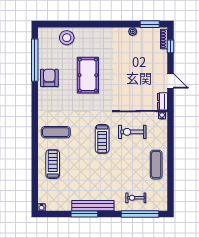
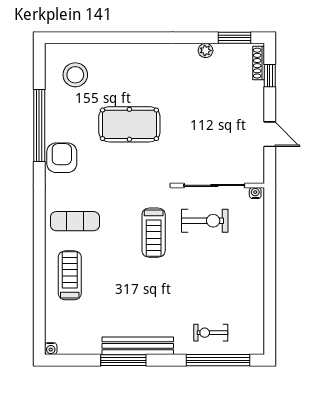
stool: (67, 38) -> (75, 75), moved
window: (35, 60) -> (39, 125), moved
pool table: (88, 75) -> (129, 124), turned 90
armchair: (49, 78) -> (62, 158), moved
dresser: (162, 101) -> (256, 169), removed
exercise bike: (132, 132) -> (205, 221), turned 180
exercise mat: (156, 165) -> (245, 276), removed

